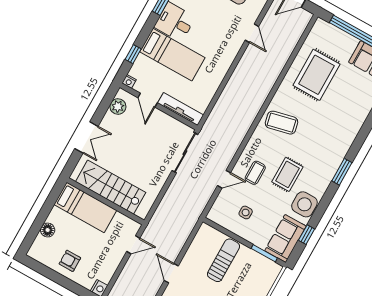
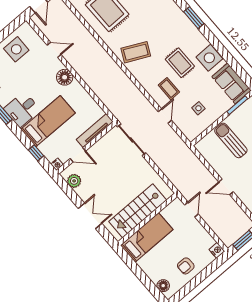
floor lamp: (226, 55) -> (65, 77), added
coffee table: (282, 123) -> (136, 52), turned 39
floor lamp: (48, 230) -> (163, 286), moved
window: (307, 235) -> (235, 65), removed

